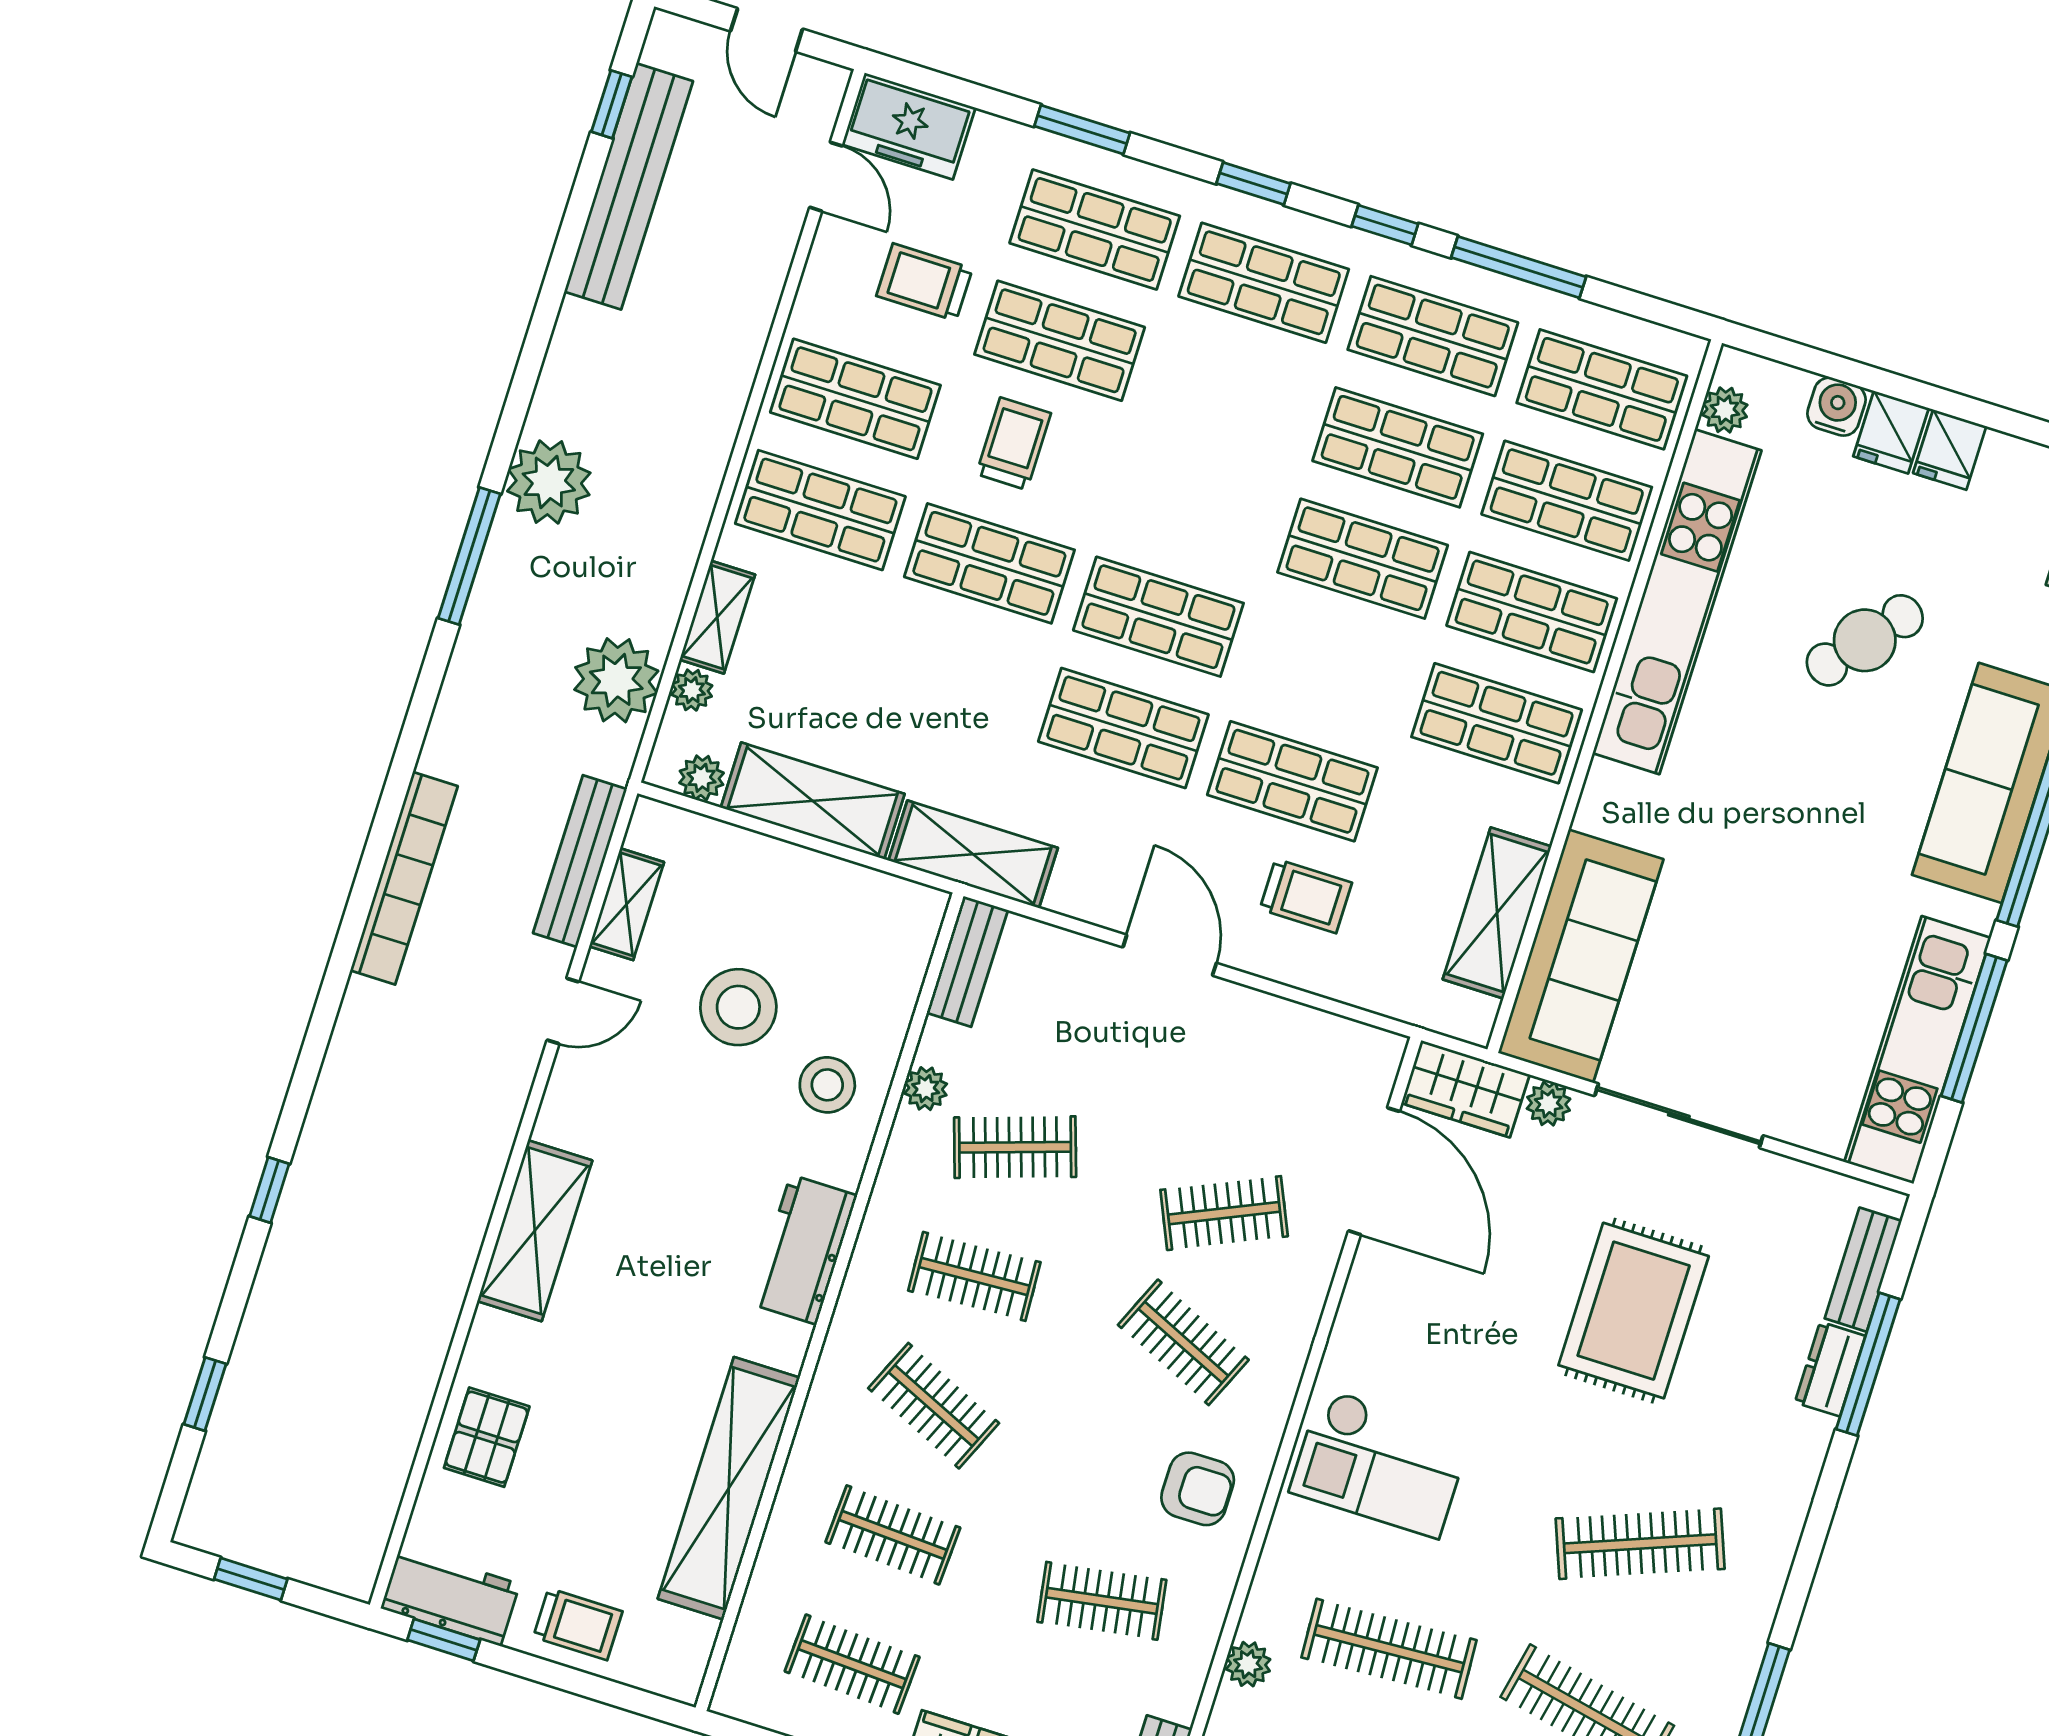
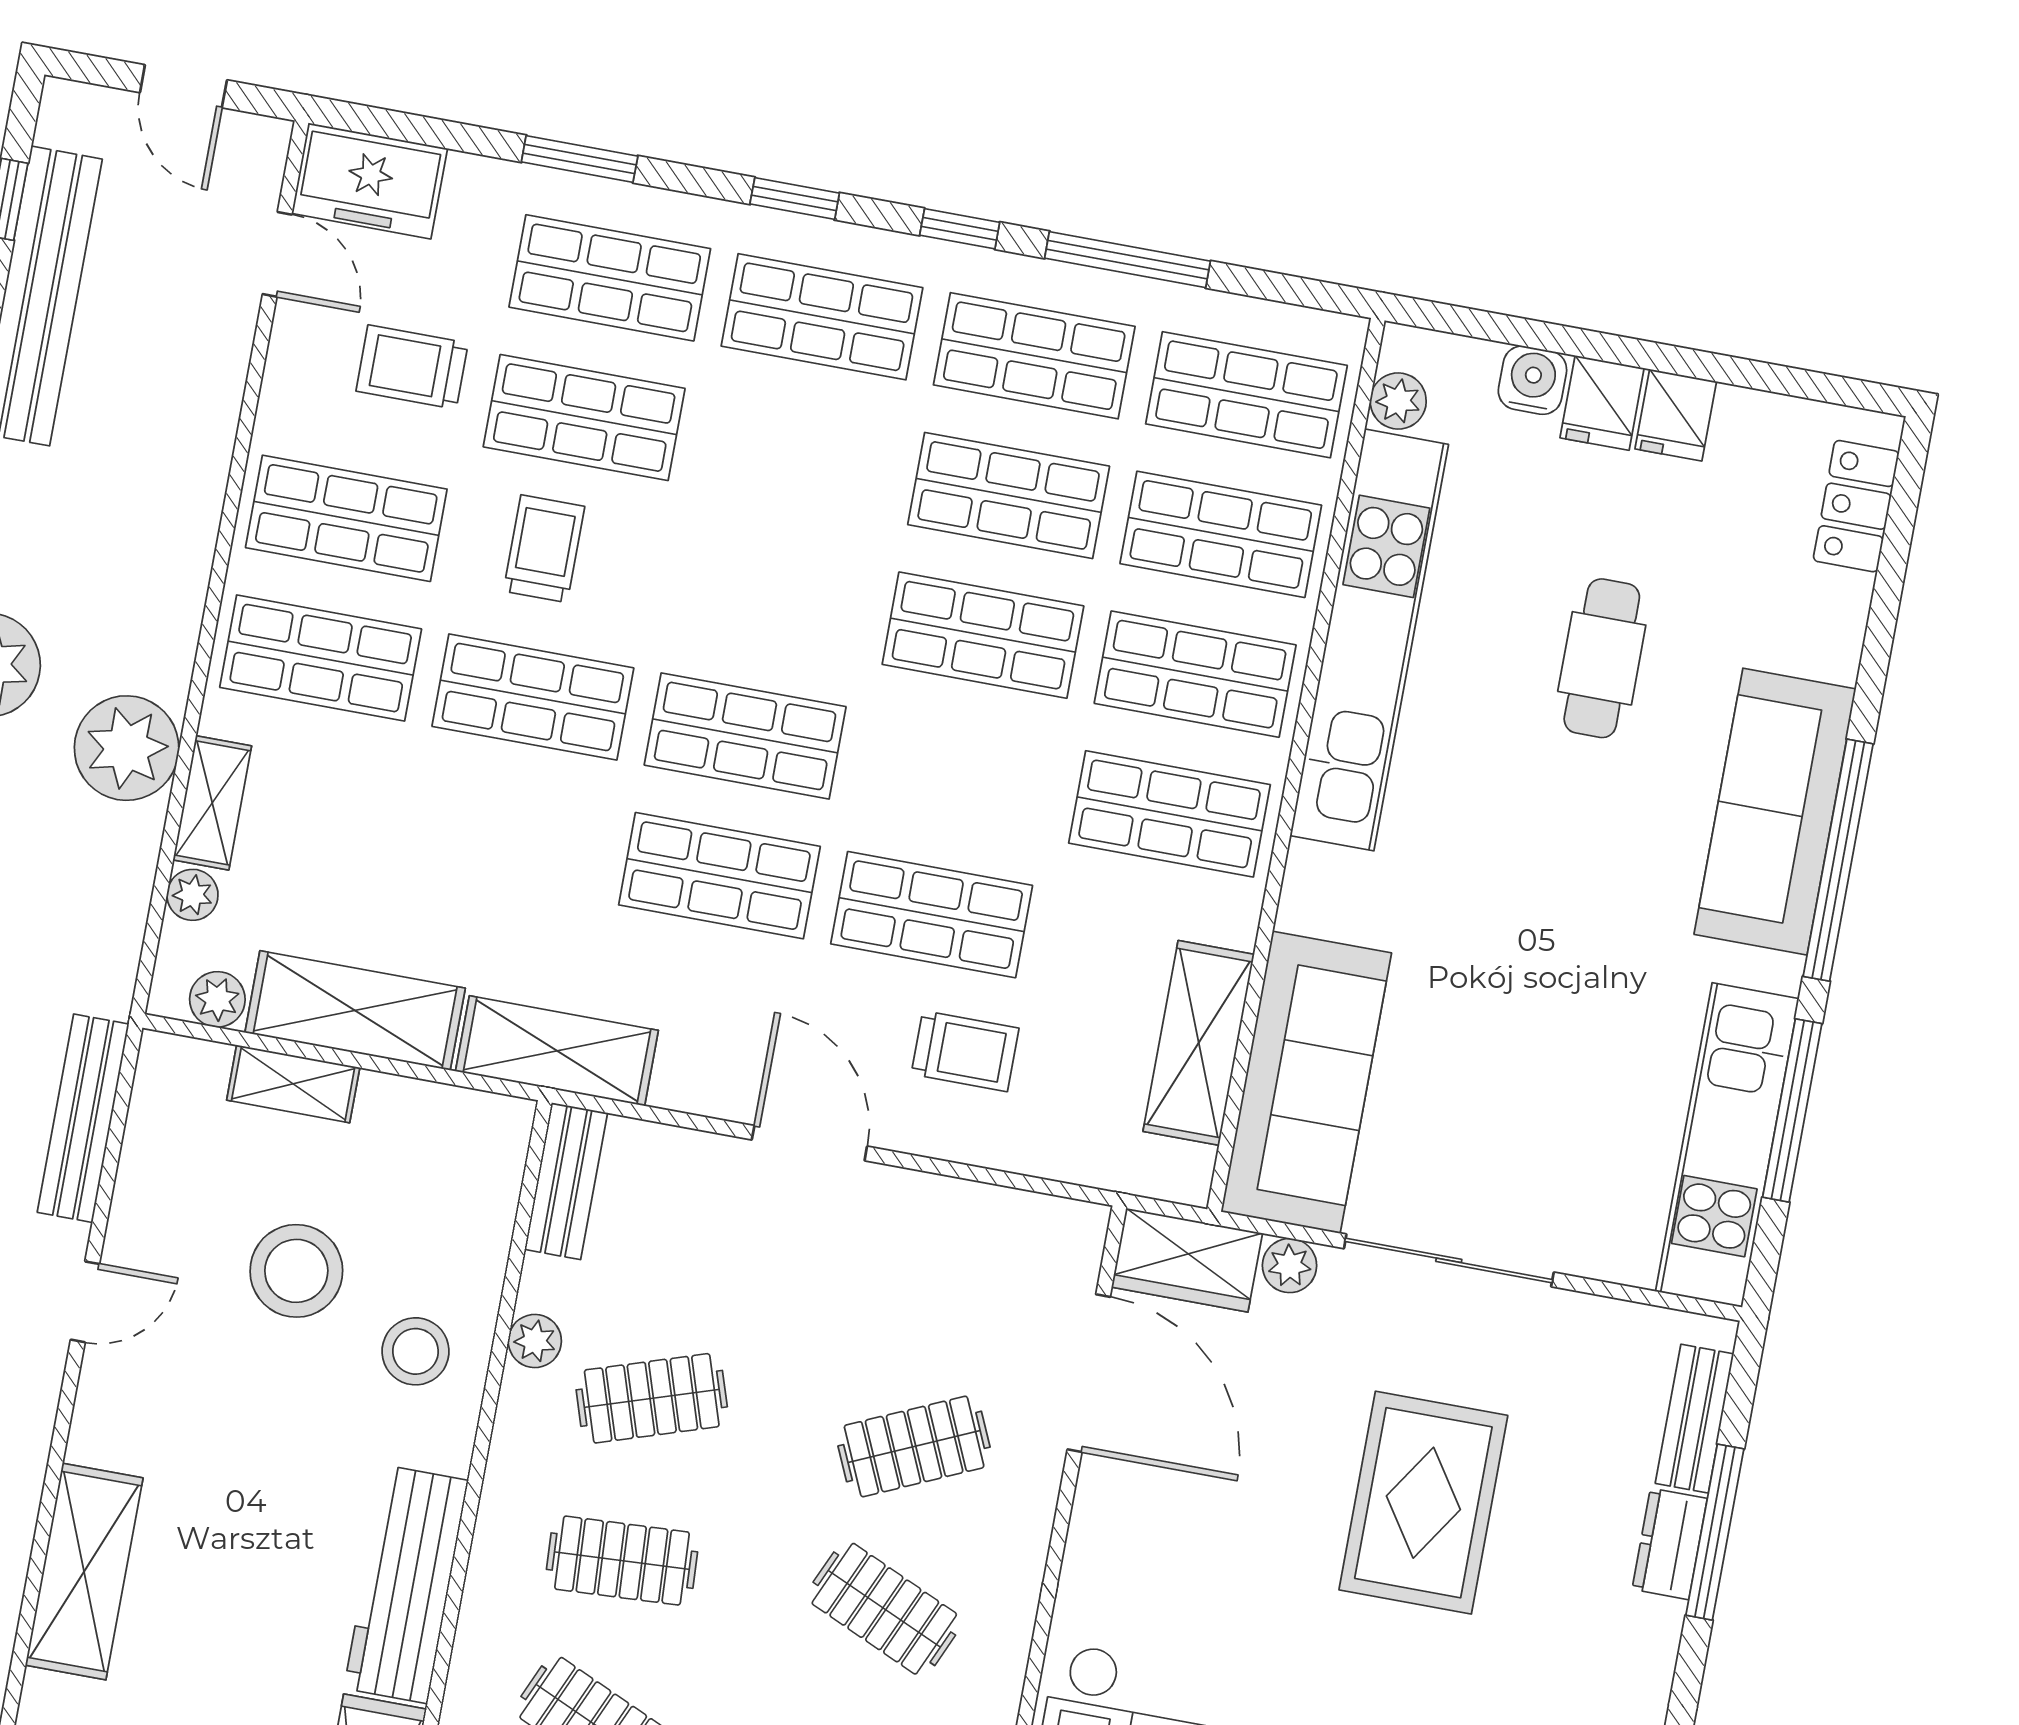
cafe table: (1865, 640) -> (1602, 658), turned -40
plant: (616, 680) -> (127, 748), moved
shelving: (627, 904) -> (293, 1084), moved, turned 90
workbench: (804, 1250) -> (406, 1584), width x1.37

